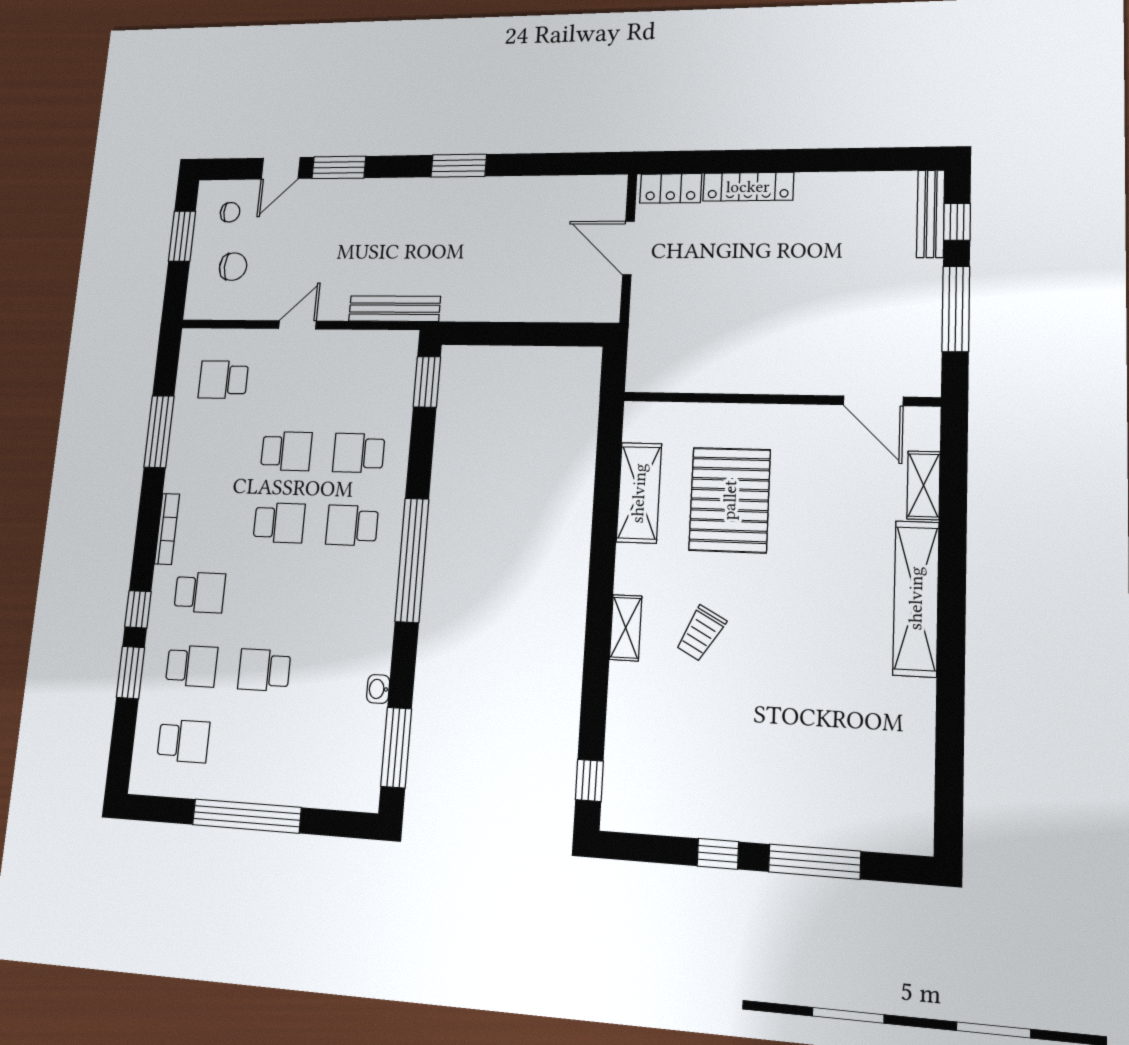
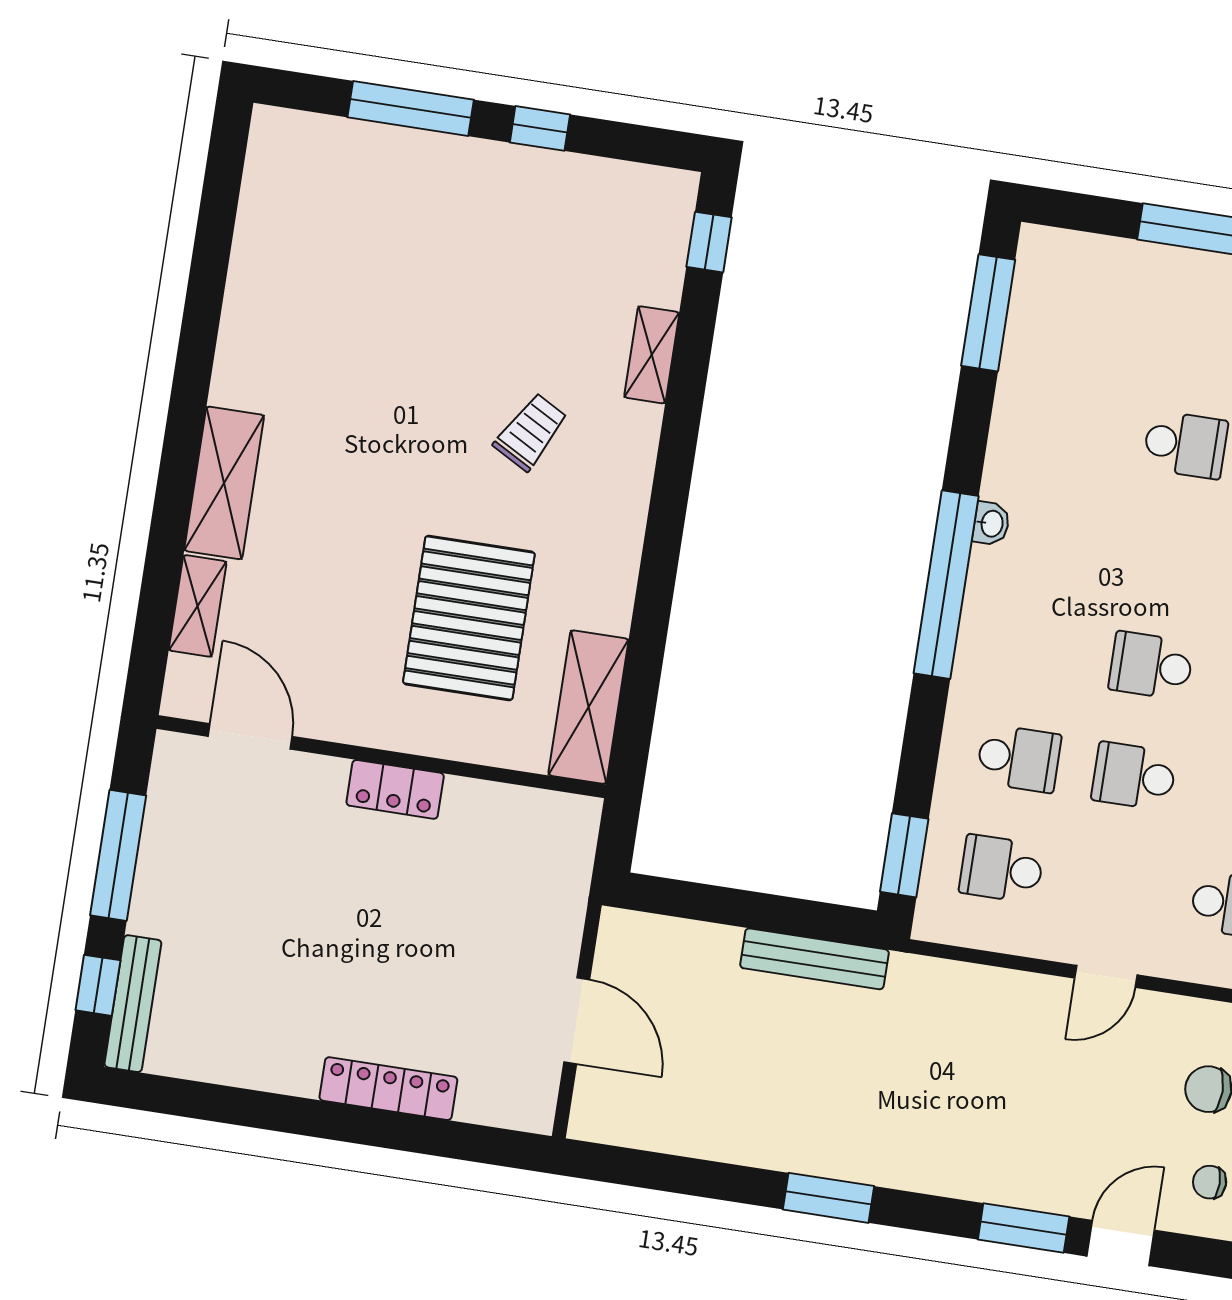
locker: (671, 188) -> (395, 789), moved, turned 180
bench: (394, 309) -> (814, 959), moved
shelving: (639, 493) -> (588, 707), moved
school desk: (352, 525) -> (1002, 869), moved, turned 180
shelving: (916, 598) -> (224, 483), width x0.68
shelving: (626, 628) -> (652, 355), moved
washbasin: (378, 689) -> (991, 524), moved

